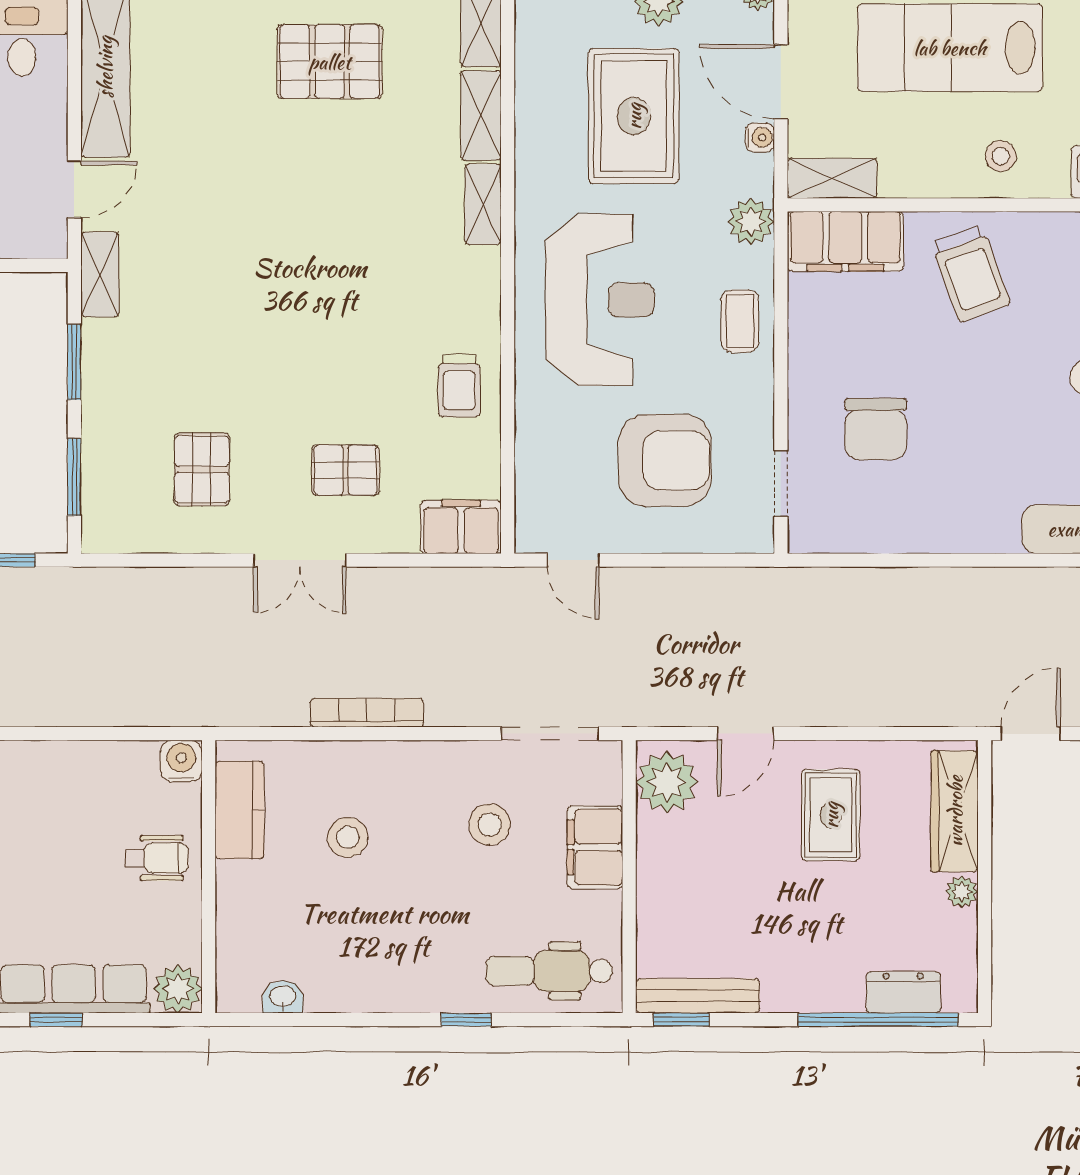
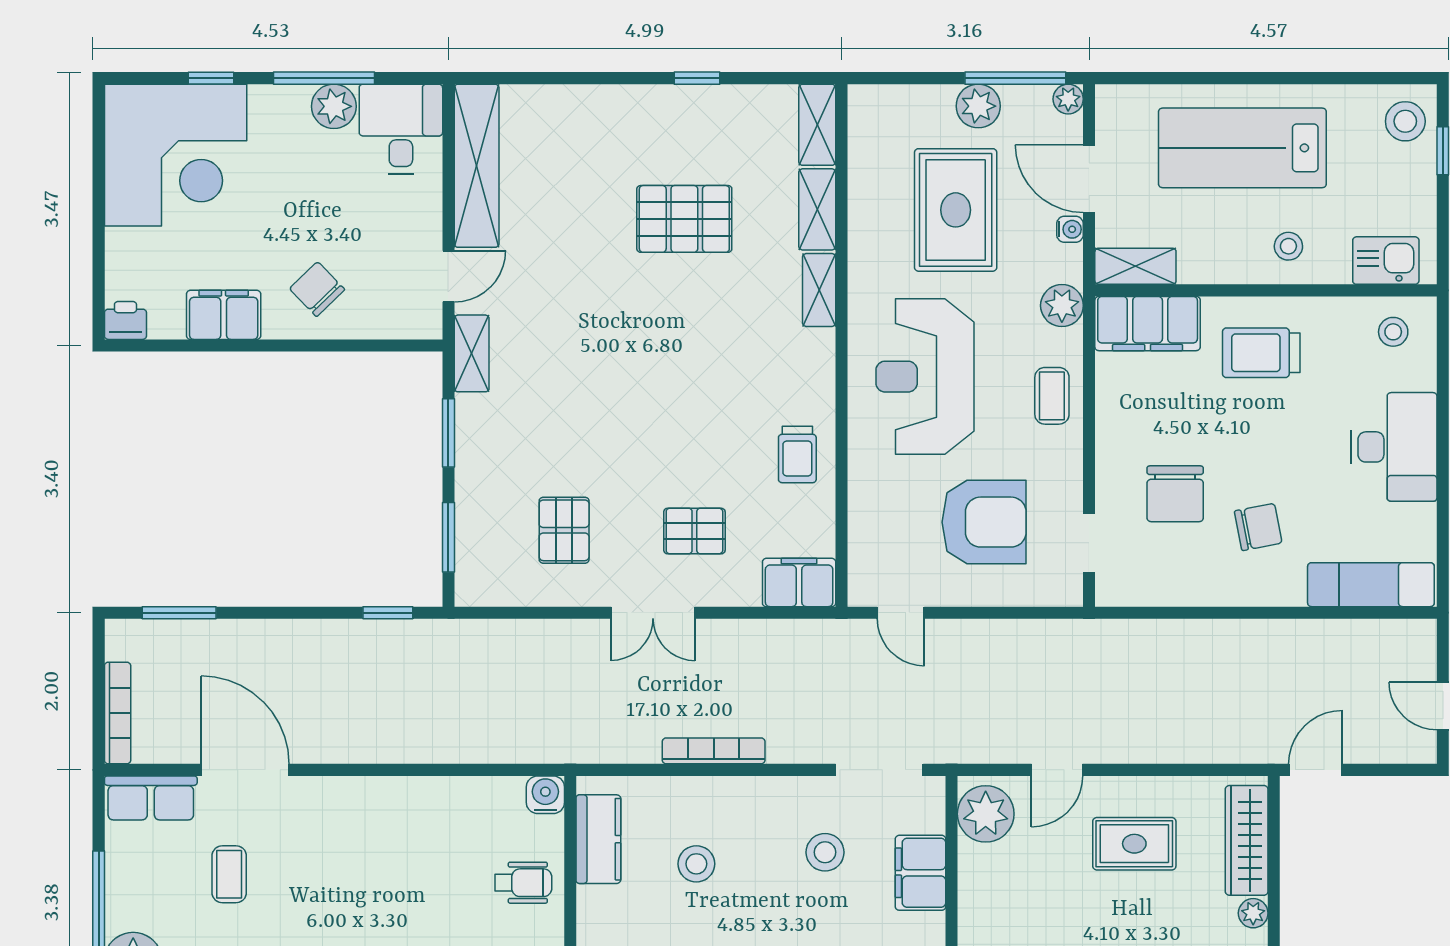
pallet: (330, 62) -> (684, 219), moved
trolley: (971, 274) -> (1261, 353), turned 110
reception desk: (600, 300) -> (925, 377), turned 180
chair: (967, 466) -> (1258, 527), added
rug: (831, 815) -> (1134, 844), turned 90

